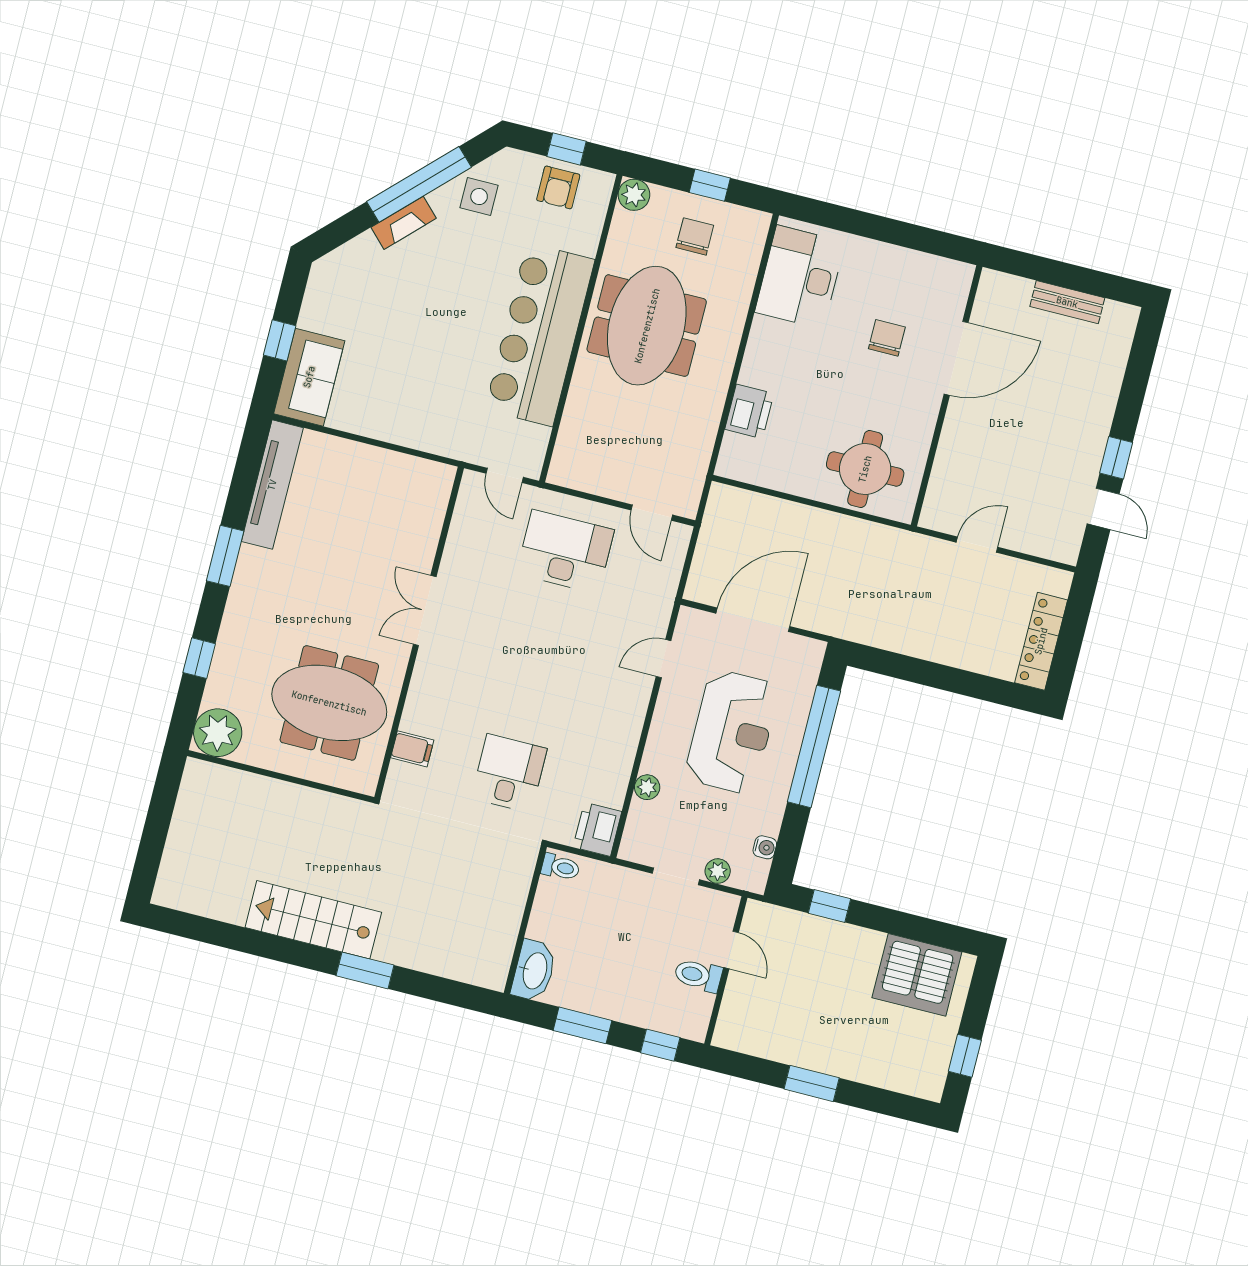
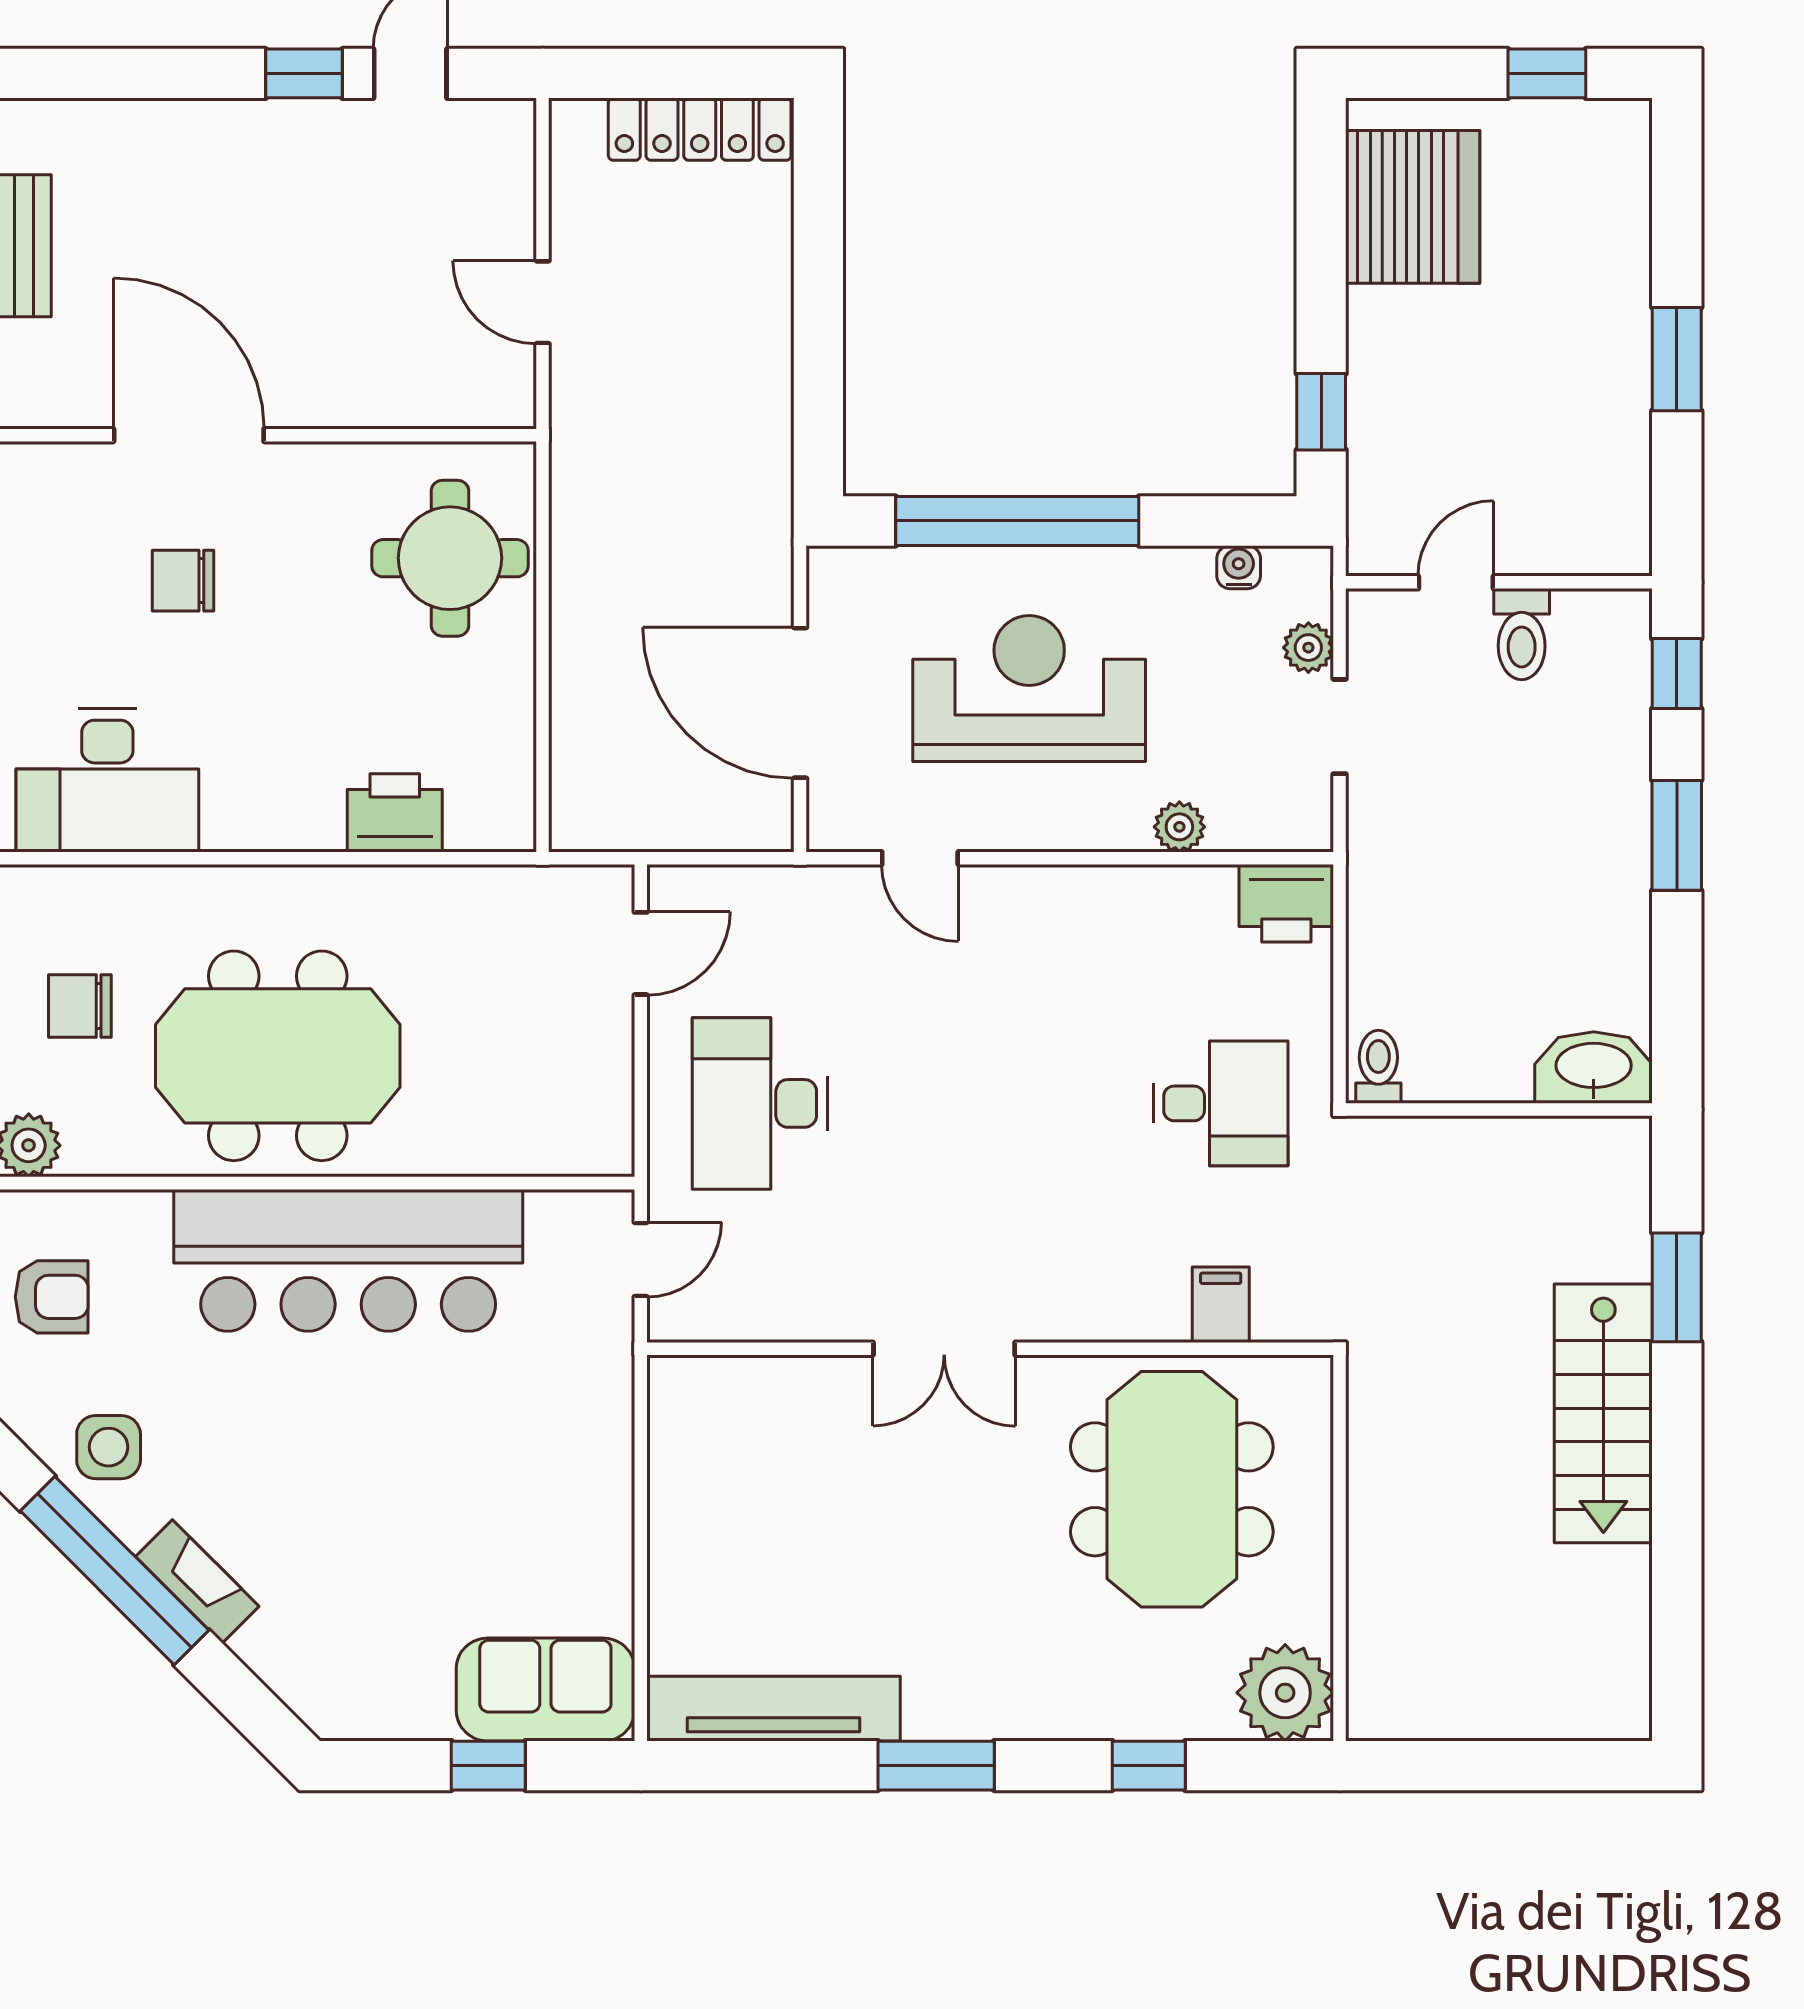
desk: (509, 773) -> (1220, 1103), turned 180
toilet: (561, 867) -> (1378, 1067), moved
wall: (525, 920) -> (1499, 1110), moved
washbasin: (534, 971) -> (1594, 1068), moved

